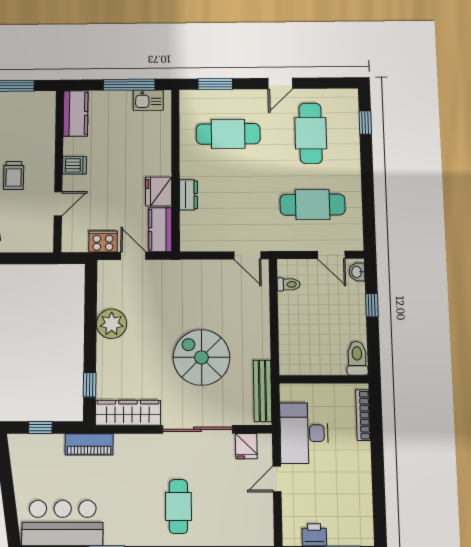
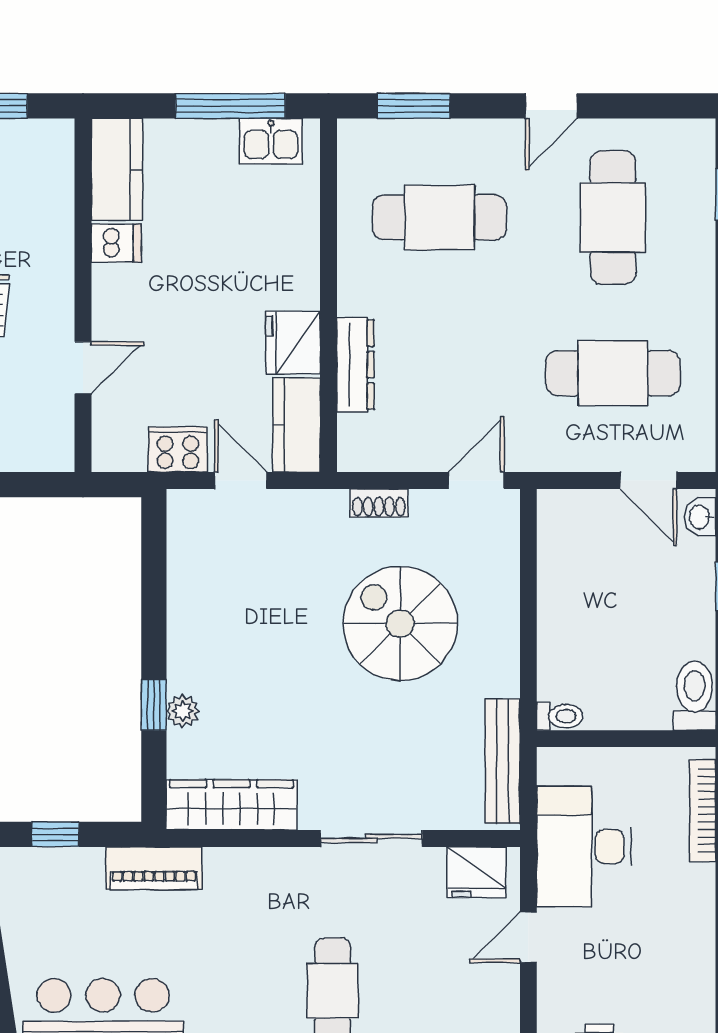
dishwasher: (74, 165) -> (116, 243), moved
dresser: (188, 195) -> (355, 365), width x1.44
door: (247, 255) -> (476, 481), swing flipped
shoe rack: (200, 266) -> (379, 503), added
toilet: (289, 284) -> (560, 716), moved
plant: (112, 324) -> (183, 711), moved, width x0.53, depth x0.53
spiral stairs: (201, 357) -> (400, 624), moved
window: (90, 385) -> (154, 705), moved
sliding door: (197, 429) -> (371, 838), width x0.73
fridge: (246, 446) -> (477, 872), width x1.38

